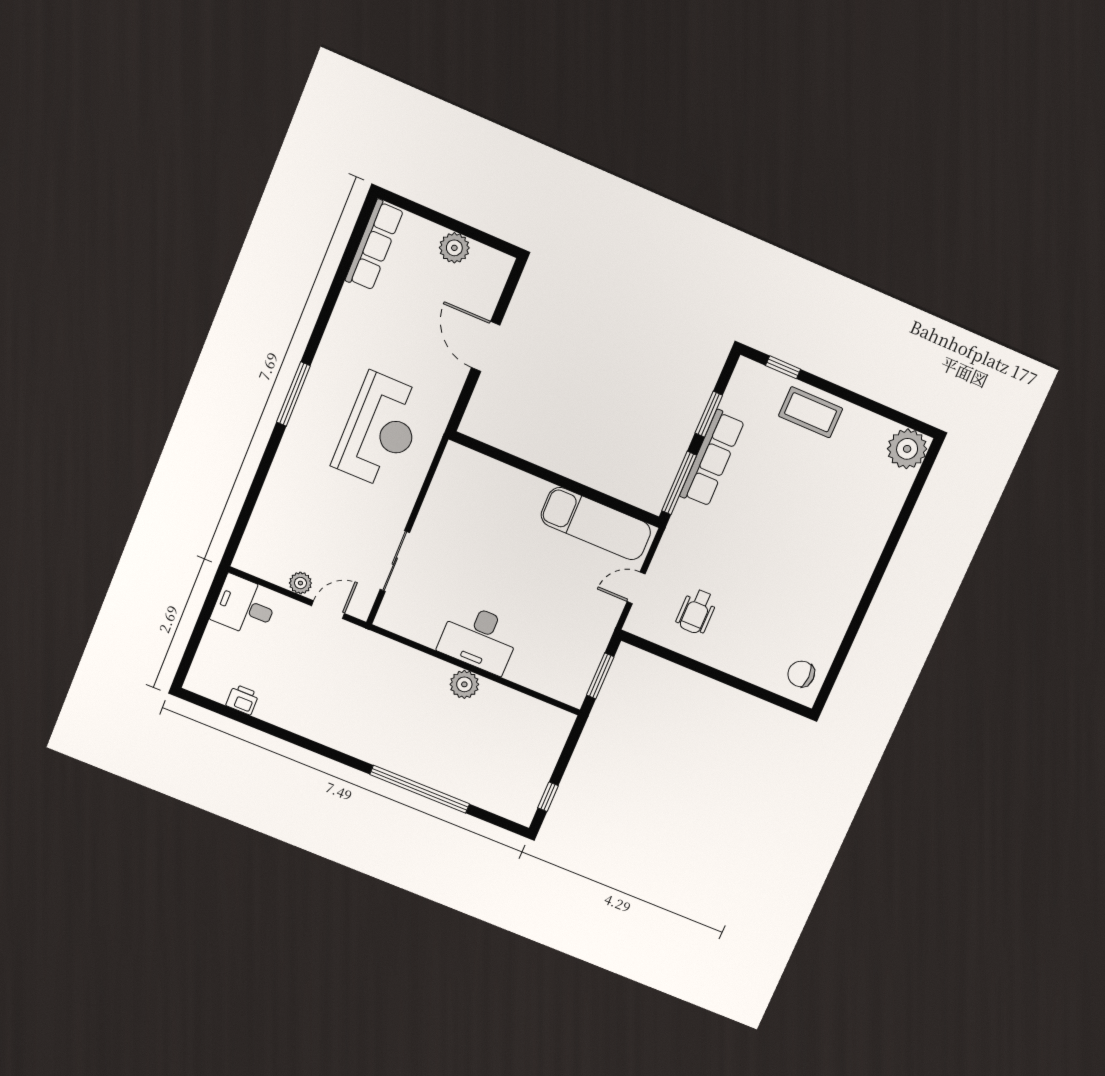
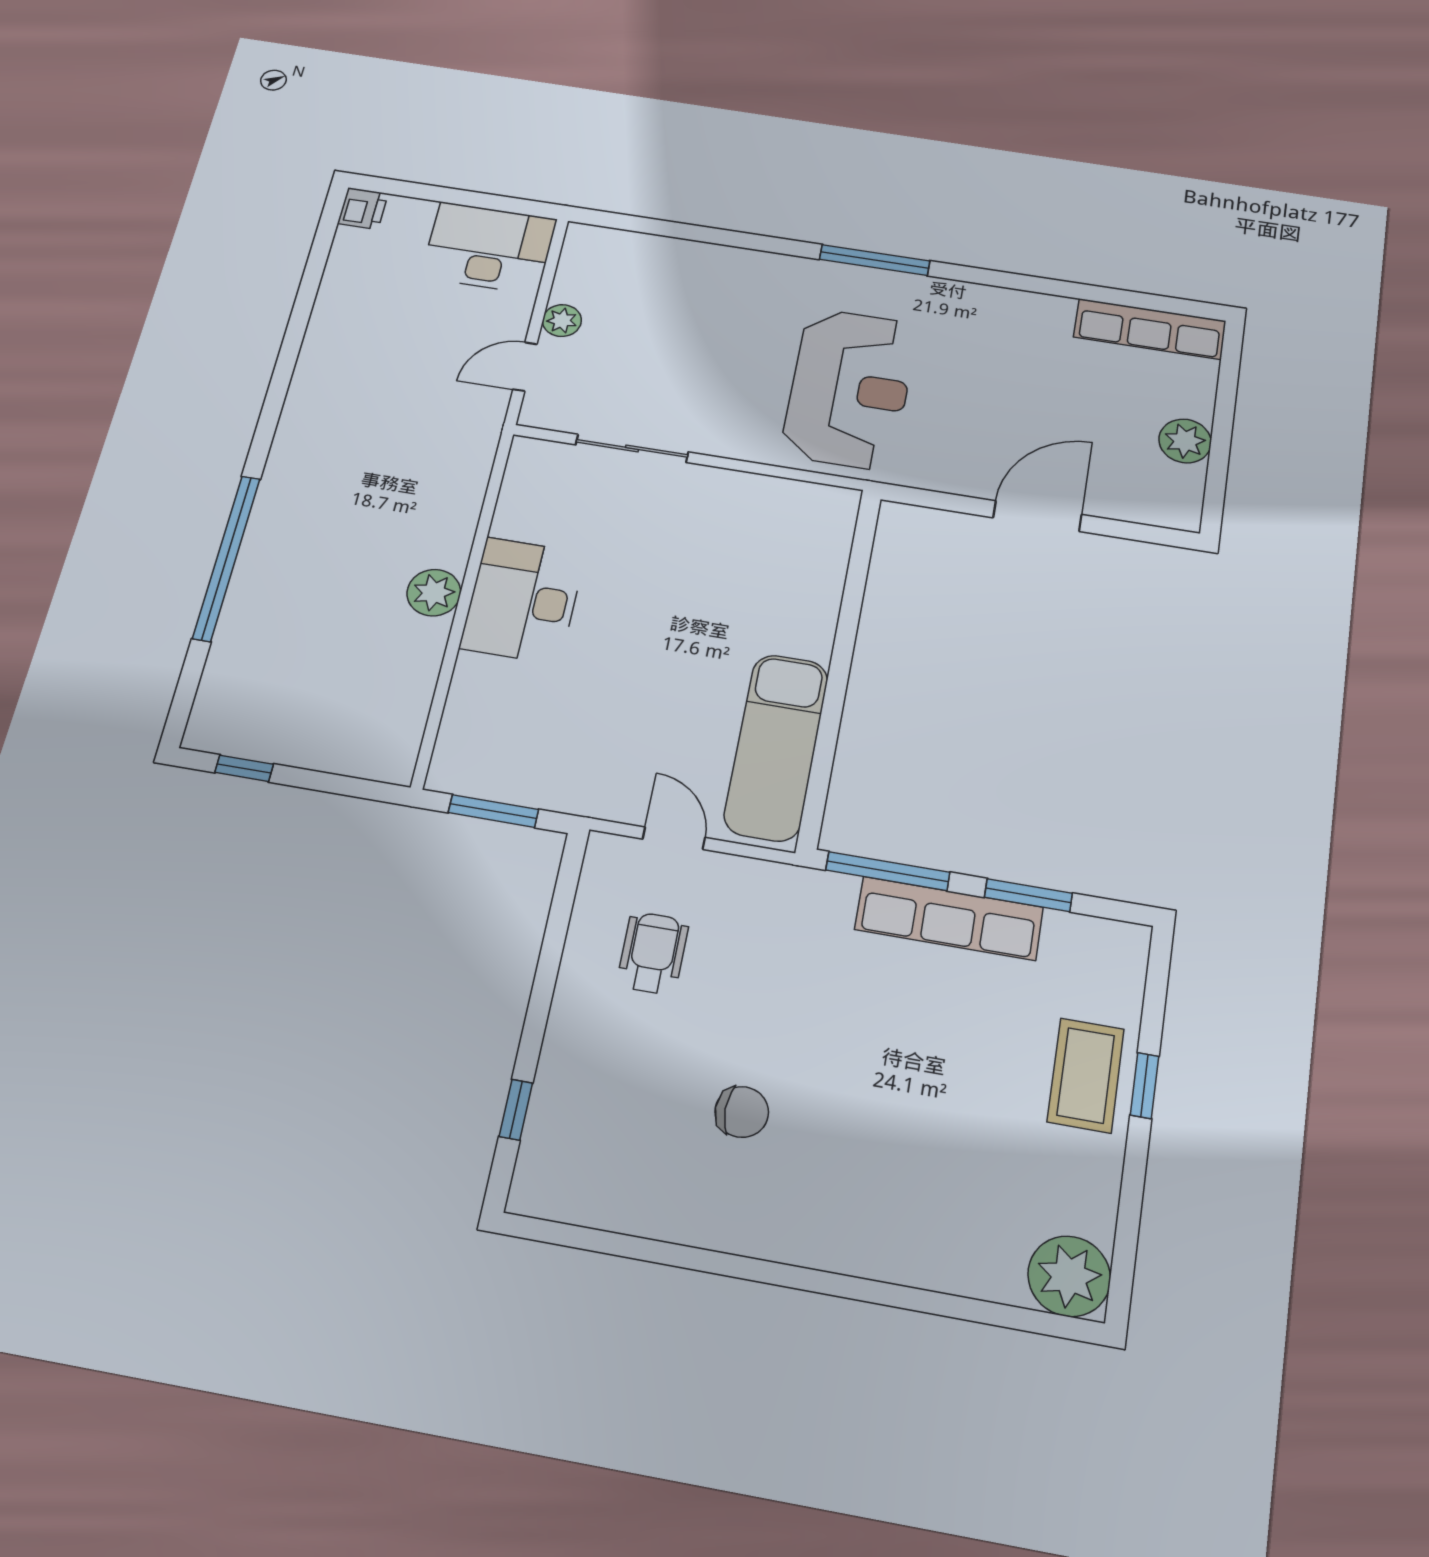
window: (783, 367) -> (1145, 1086), moved
reception desk: (380, 430) -> (850, 389), turned -90
desk: (245, 606) -> (489, 248), width x1.37
door: (328, 610) -> (525, 367), swing flipped
wheelchair: (696, 611) -> (653, 953), turned 90
chair: (801, 674) -> (742, 1112), moved, turned 90
window: (762, 694) -> (516, 1110), added
printer: (242, 700) -> (363, 209), moved

